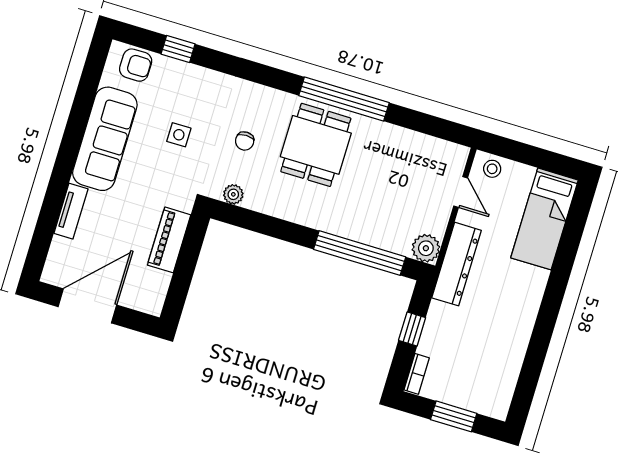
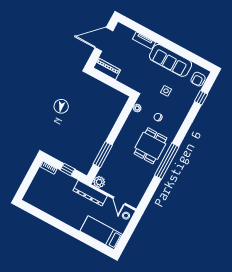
dining table: (316, 145) -> (150, 146), turned 90
door: (461, 192) -> (119, 201), hinge flipped
piano: (169, 240) -> (107, 69), moved
window: (360, 253) -> (103, 155), width x0.68
door: (87, 306) -> (104, 39), swing flipped
window: (454, 416) -> (28, 179), removed

